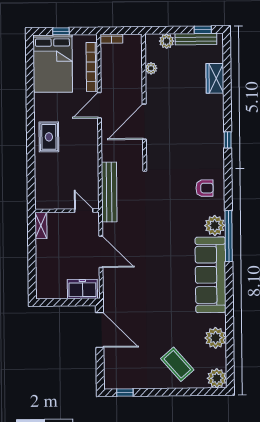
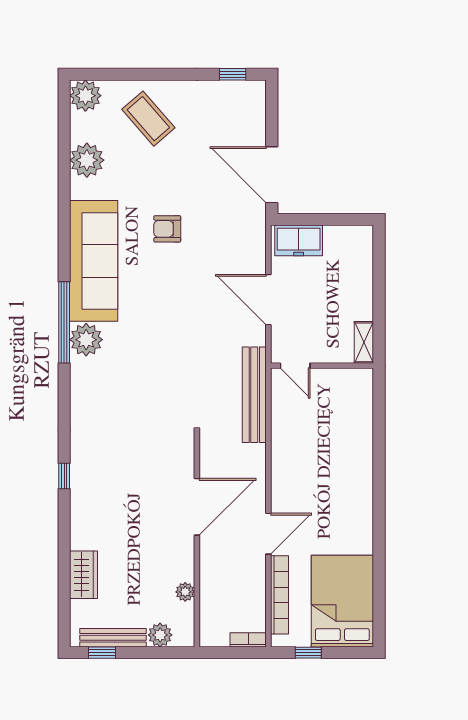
window: (61, 31) -> (308, 653), moved
rug: (49, 137) -> (350, 484), removed
armchair: (205, 188) -> (167, 229), moved

